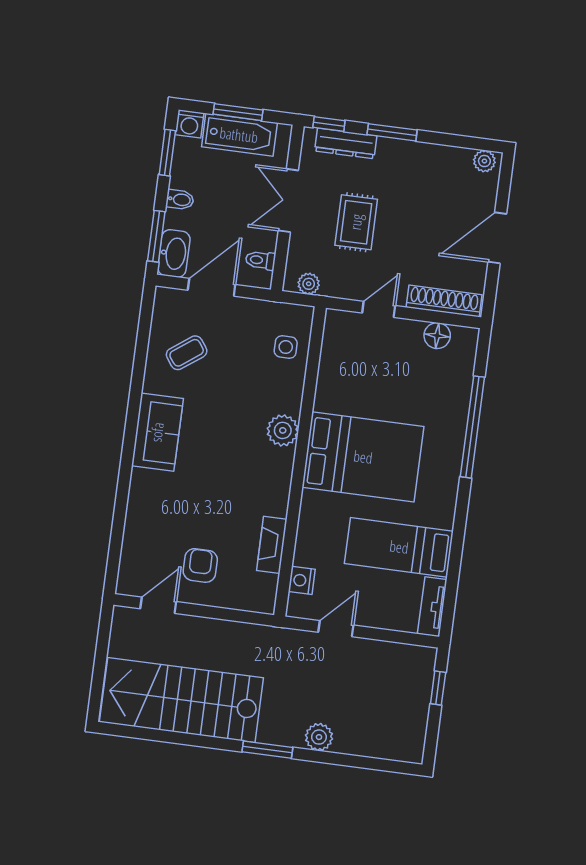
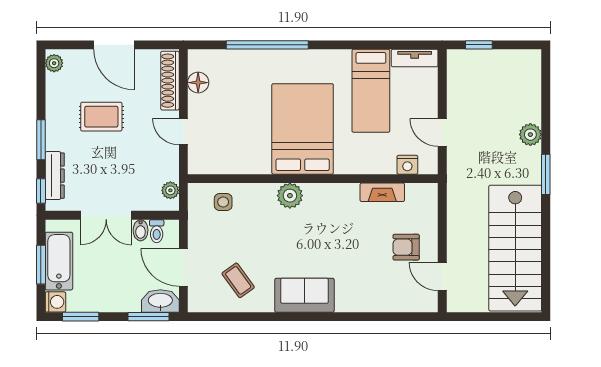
bidet: (180, 200) -> (141, 230), moved, turned 180
rug: (356, 222) -> (101, 117), moved

